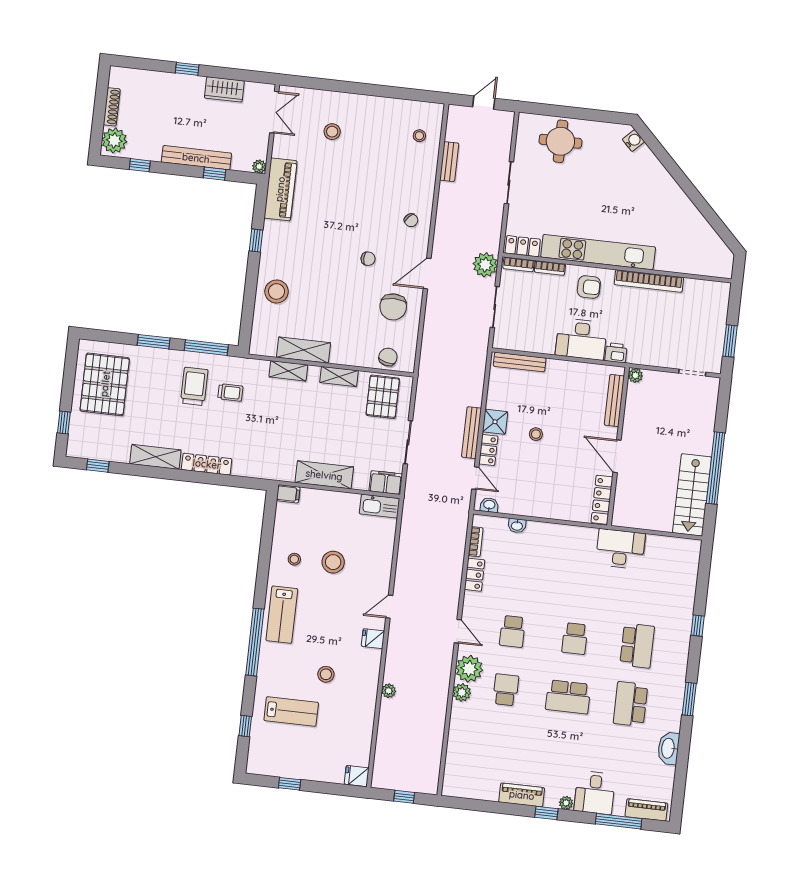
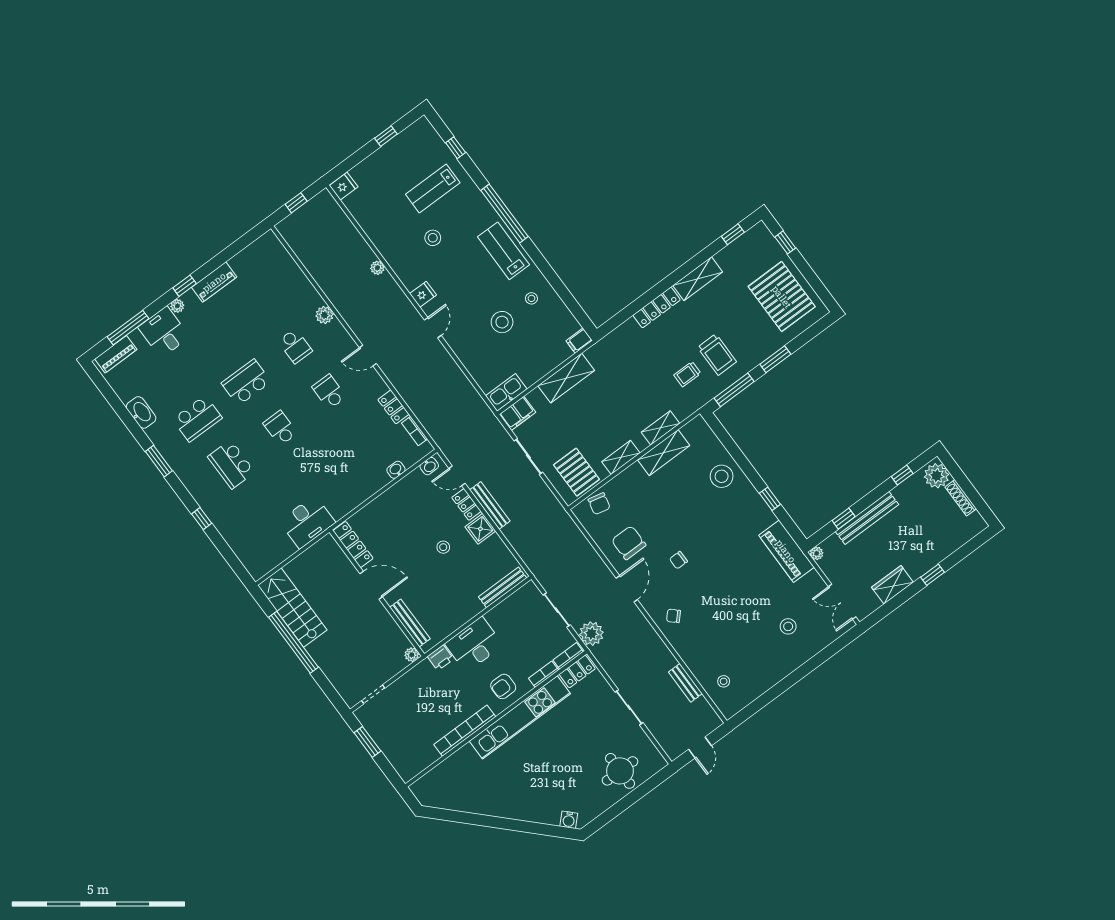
plant: (469, 669) -> (335, 337), removed
school desk: (630, 704) -> (197, 419), turned 90

